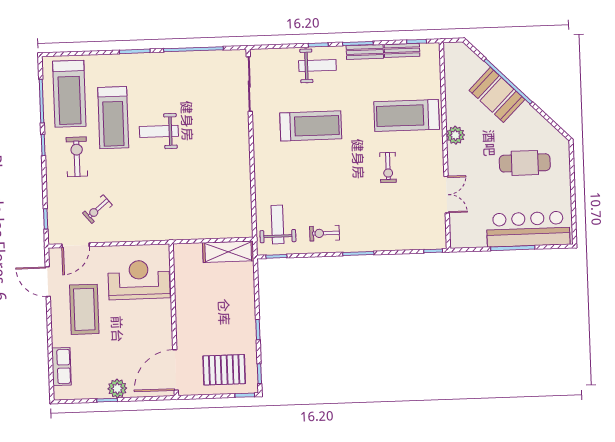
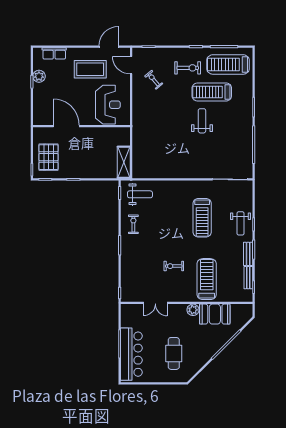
booth: (497, 95) -> (215, 314), moved, turned 45
door: (176, 370) -> (66, 126), moved
plant: (117, 388) -> (39, 76), moved

